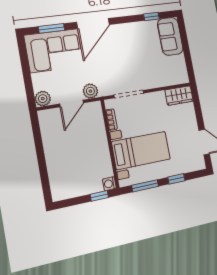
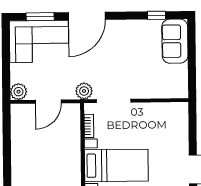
plant: (90, 91) -> (84, 91), moved
wardrobe: (179, 96) -> (173, 111), removed

